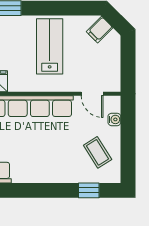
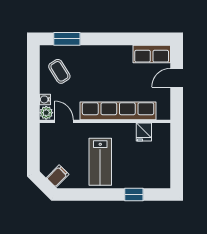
plant: (113, 104) -> (46, 113), added
window: (89, 190) -> (67, 39), width x1.50

